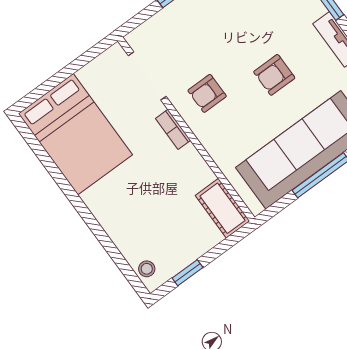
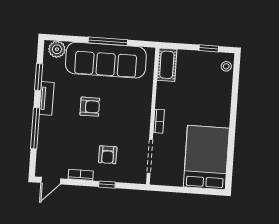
armchair: (207, 93) -> (108, 155), moved, turned 90

